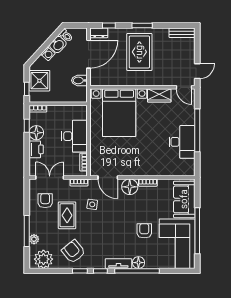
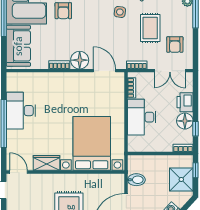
side table: (92, 204) -> (120, 12), moved

